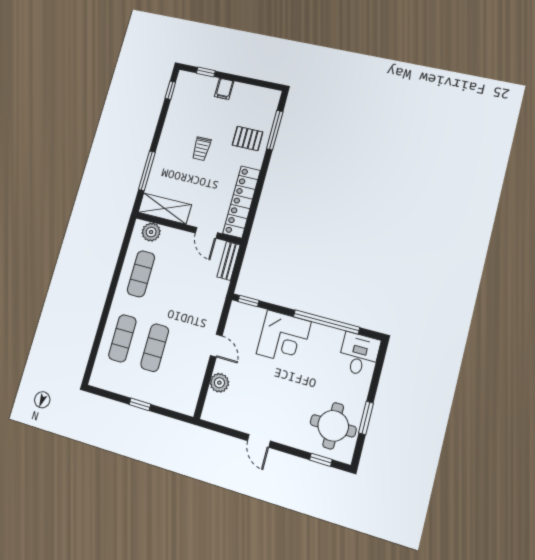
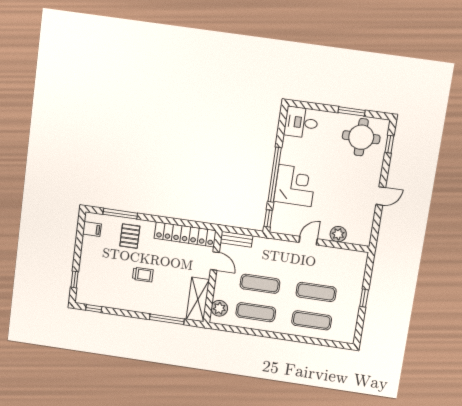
filing cabinet: (224, 89) -> (92, 229), moved
door: (206, 233) -> (215, 261), hinge flipped
exercise mat: (173, 282) -> (260, 284), added
window: (326, 322) -> (275, 175), moved

